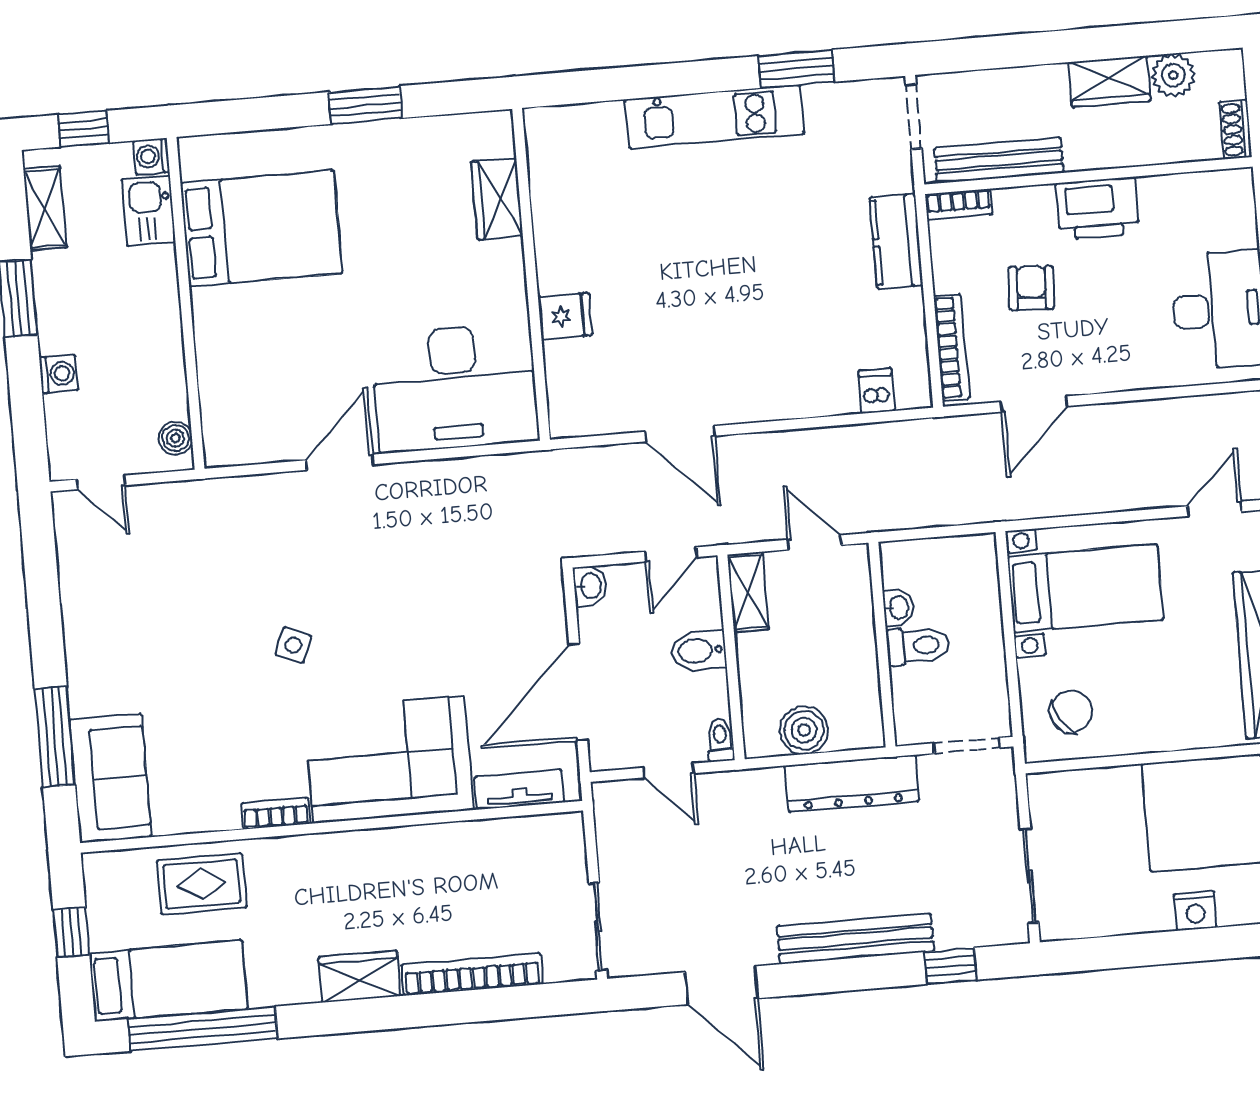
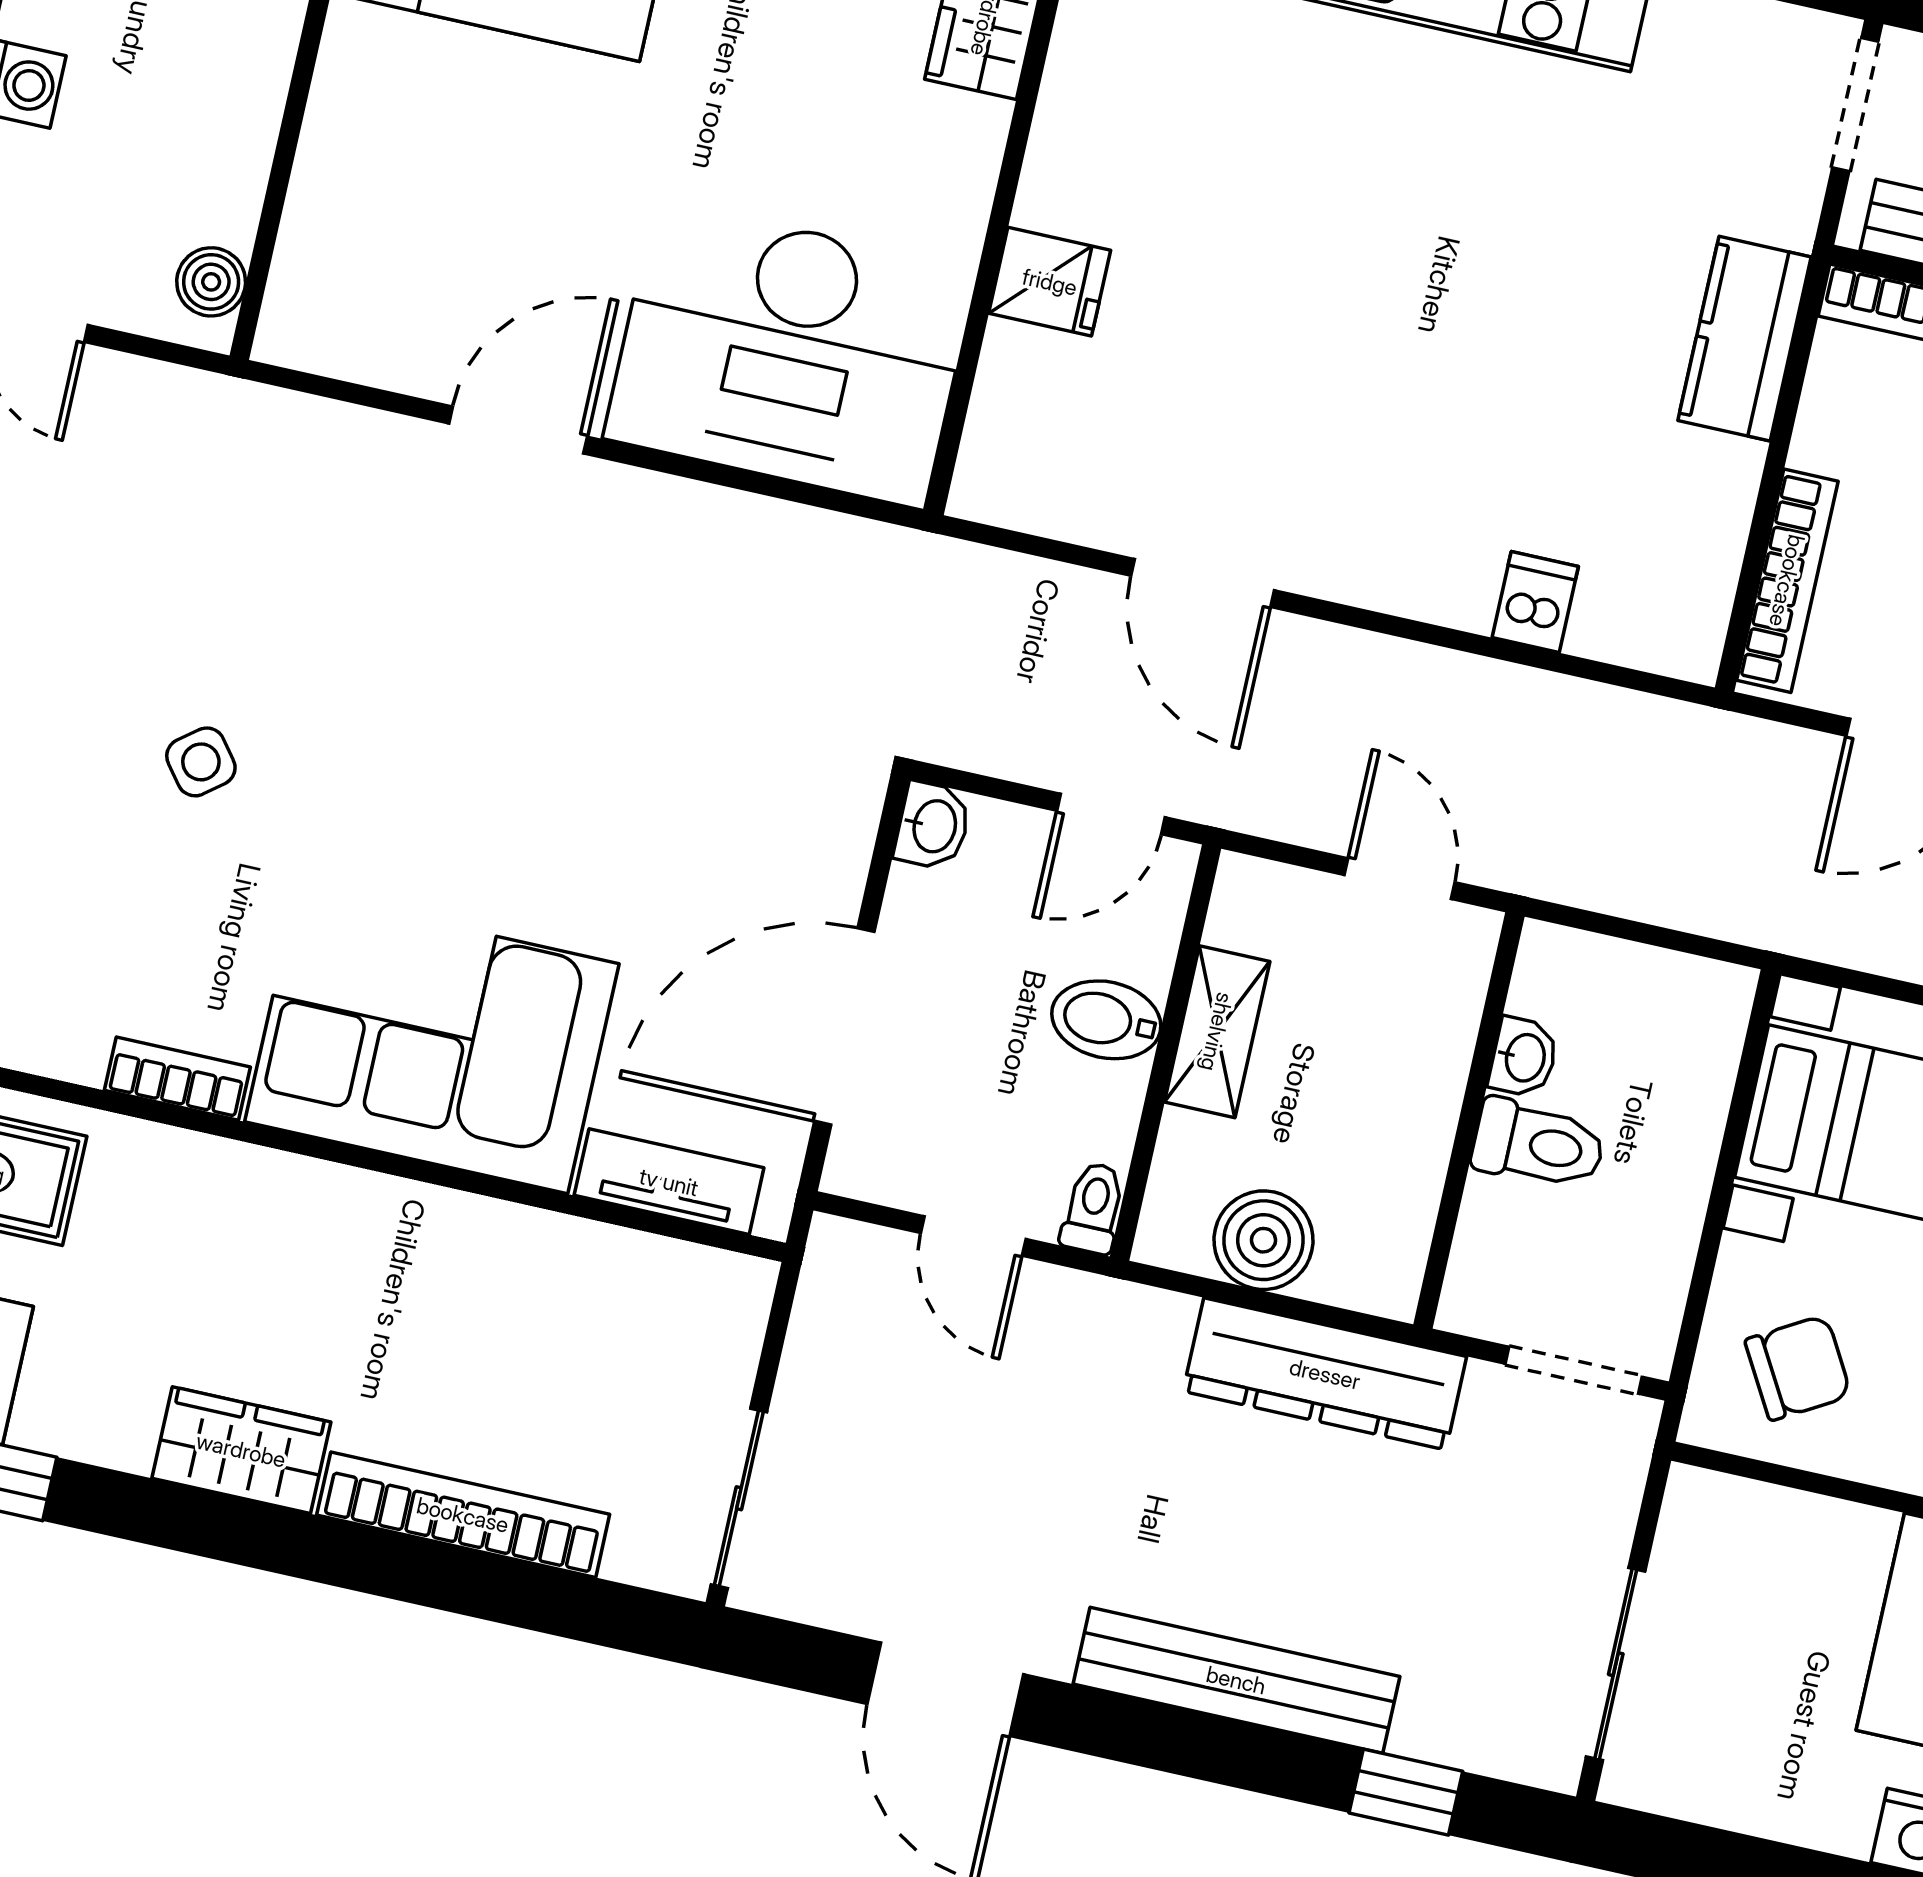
dishwasher: (876, 391) -> (1535, 602), moved
shelving: (748, 592) -> (1217, 1032), moved
side table: (293, 645) -> (201, 762), moved, turned 30

